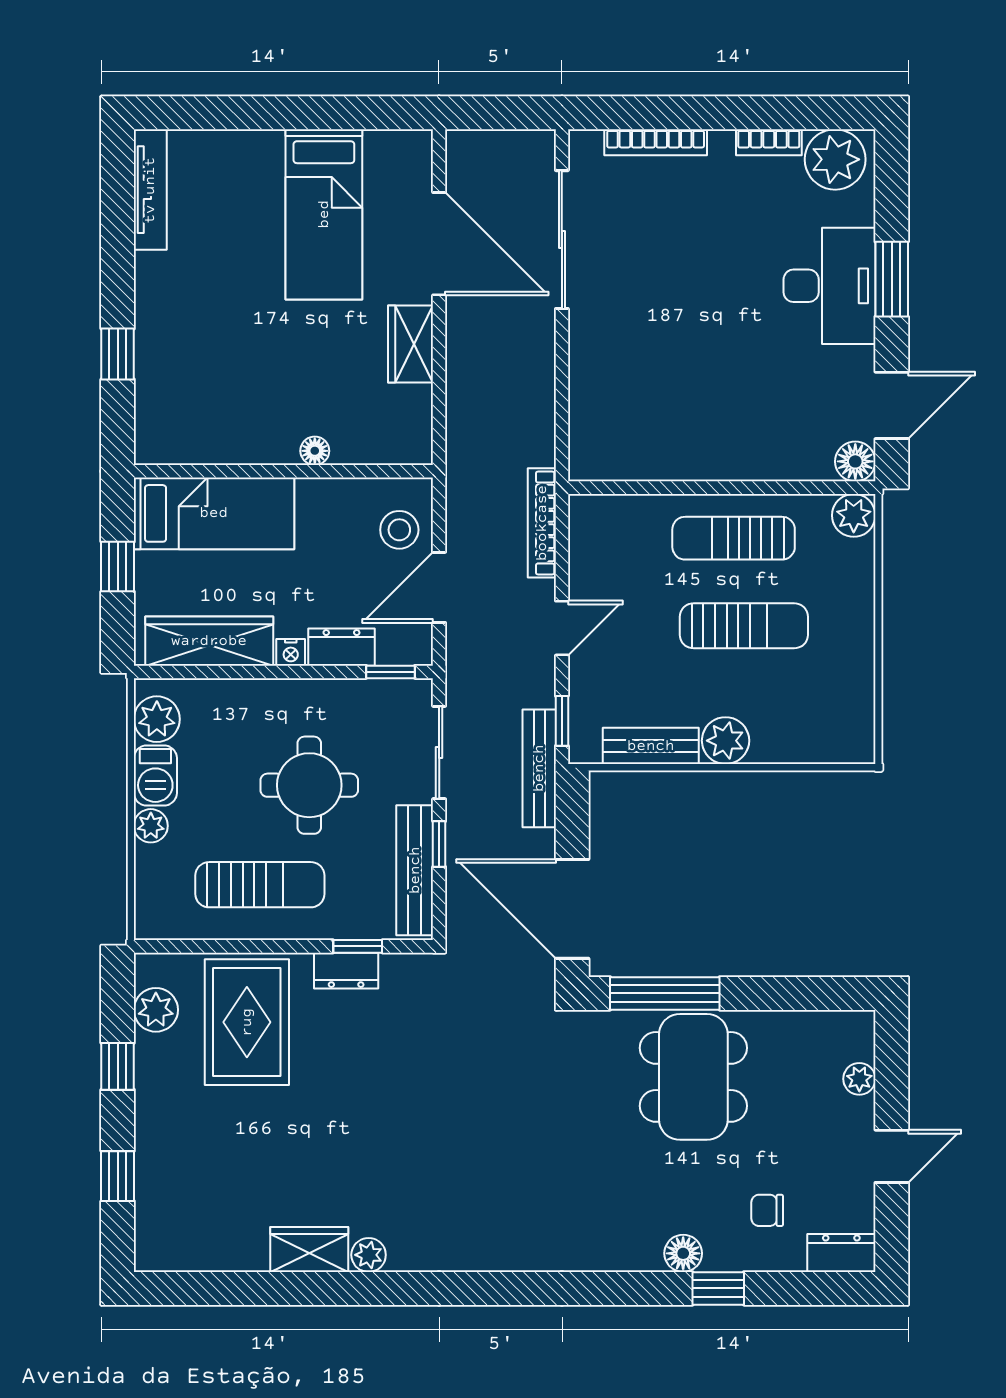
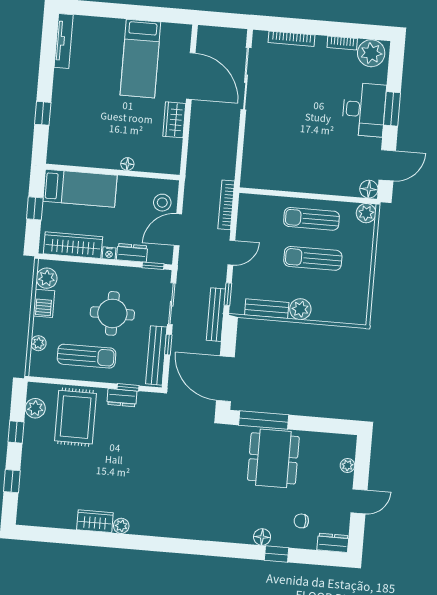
sun lounger: (744, 626) -> (313, 258), turned 180
plant: (151, 826) -> (38, 343), moved

